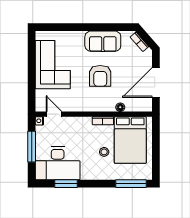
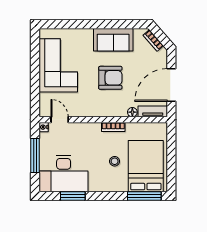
armchair: (100, 76) -> (110, 78), turned -90
tv unit: (139, 106) -> (153, 111), added
bed: (130, 140) -> (146, 166), moved, turned 180

